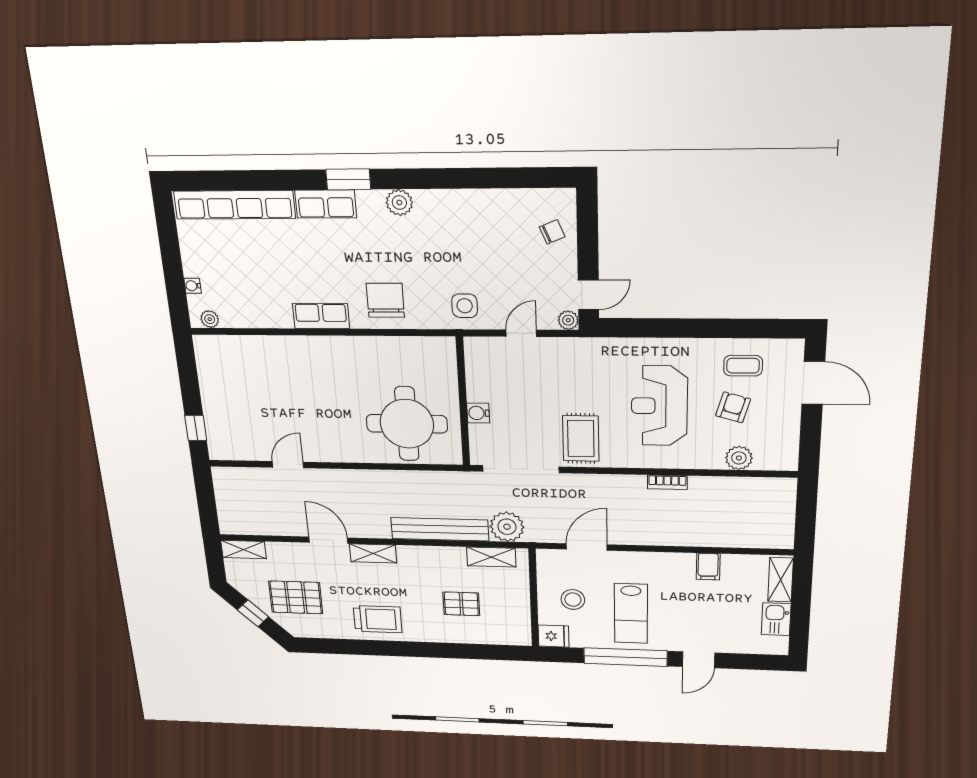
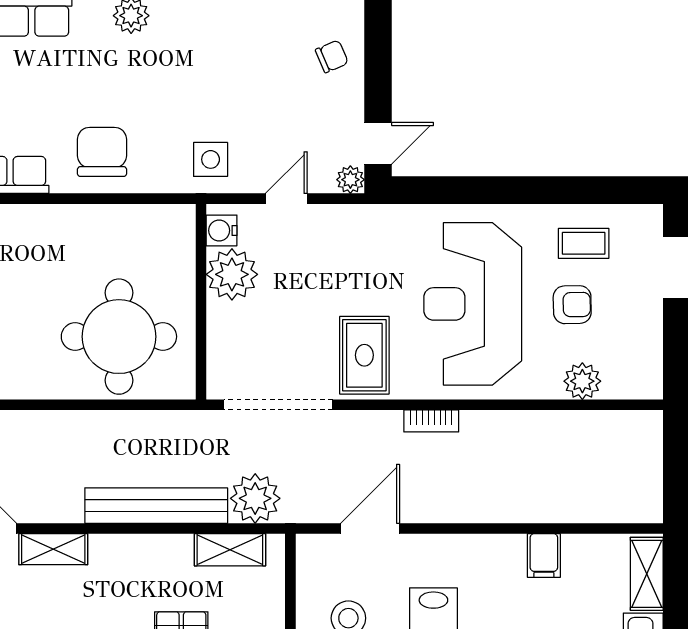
plant: (484, 384) -> (232, 274), added
reception desk: (659, 406) -> (473, 304), width x1.36, depth x1.30
armchair: (733, 407) -> (572, 305), turned 73
water cooler: (478, 413) -> (222, 230), moved
bookcase: (667, 482) -> (431, 421), moved

